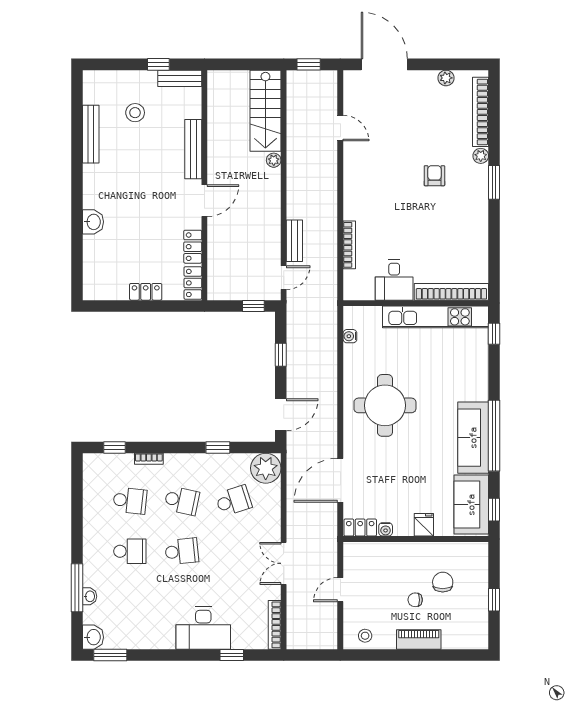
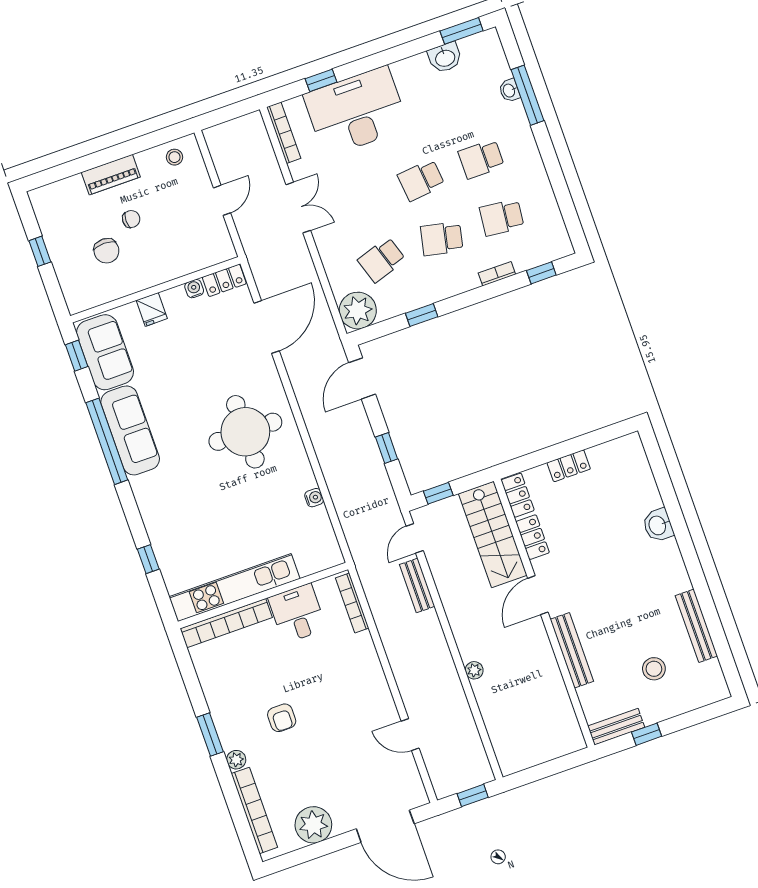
plant: (446, 78) -> (313, 825), width x1.87, depth x1.87
stairs: (265, 111) -> (493, 534), moved, turned 180
desk: (394, 280) -> (297, 613), moved
bookcase: (451, 292) -> (226, 623), moved
wall: (416, 303) -> (263, 596), moved
kitchen unit: (436, 317) -> (234, 588), moved
desk: (203, 628) -> (356, 111), width x1.36, depth x1.30
washbasin: (93, 637) -> (445, 58), moved, turned -90

